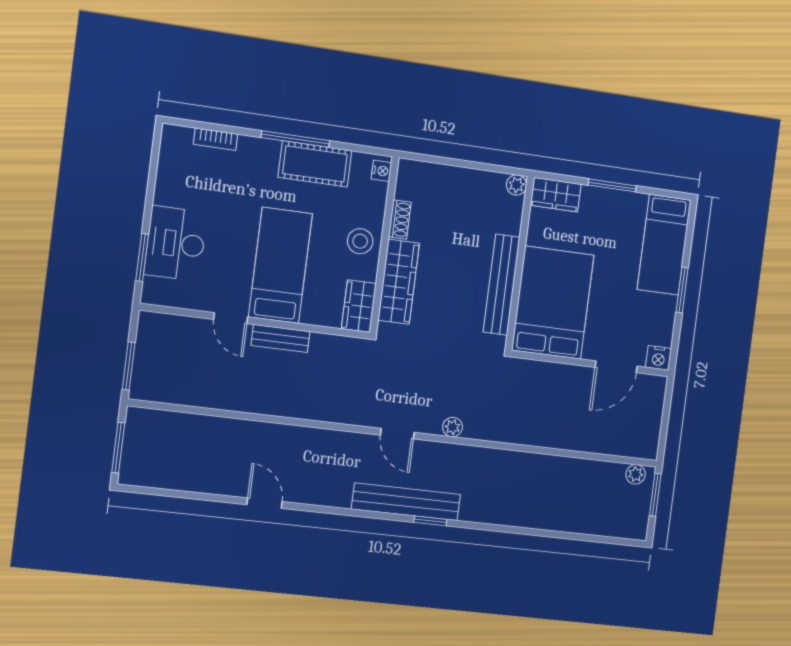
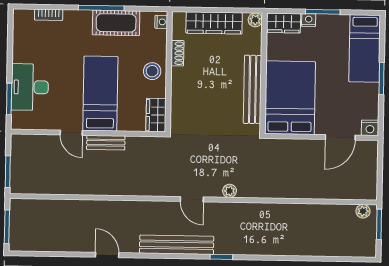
nightstand: (591, 195) -> (309, 20), added
wardrobe: (399, 282) -> (214, 23), moved, turned 90
bench: (406, 502) -> (177, 245), moved

